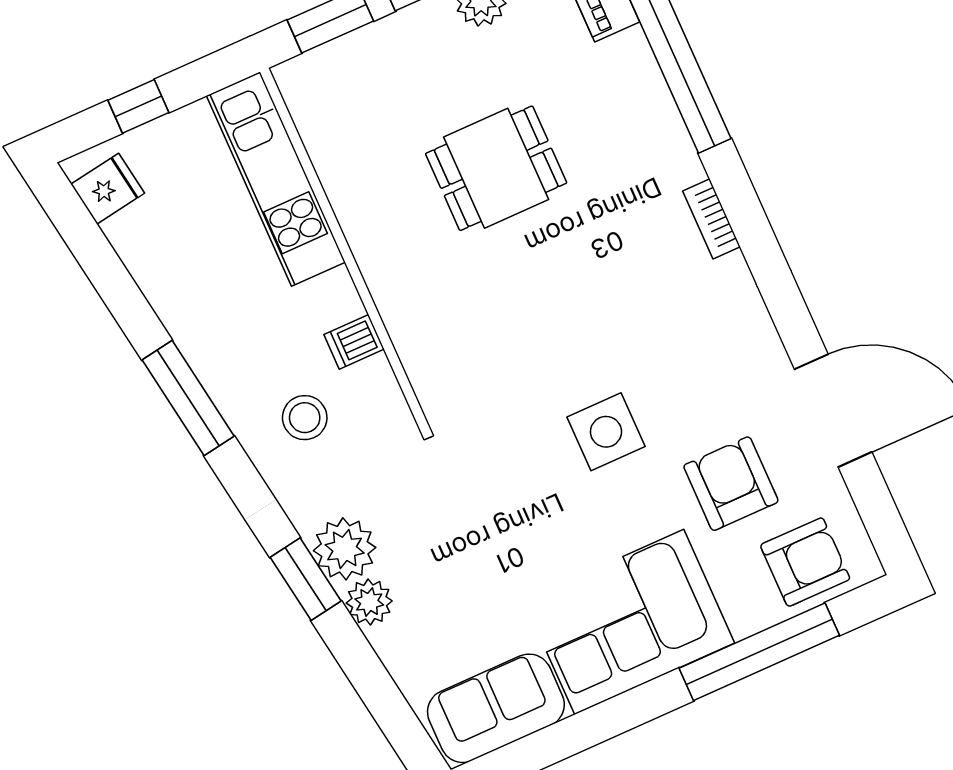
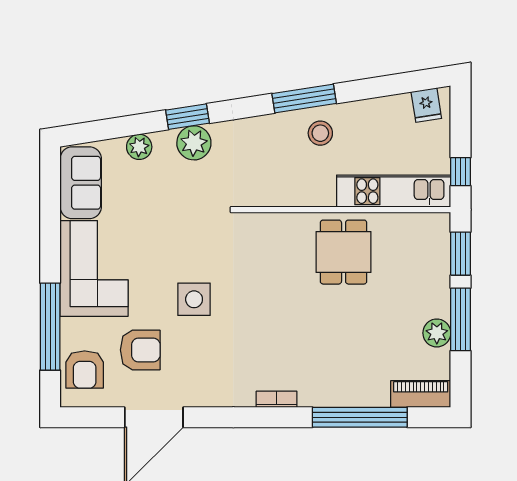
window: (138, 106) -> (460, 172), moved
dining table: (496, 168) -> (344, 252), moved
dishwasher: (354, 342) -> (295, 194), removed
stool: (305, 418) -> (320, 133), moved
plant: (369, 602) -> (139, 147), moved

